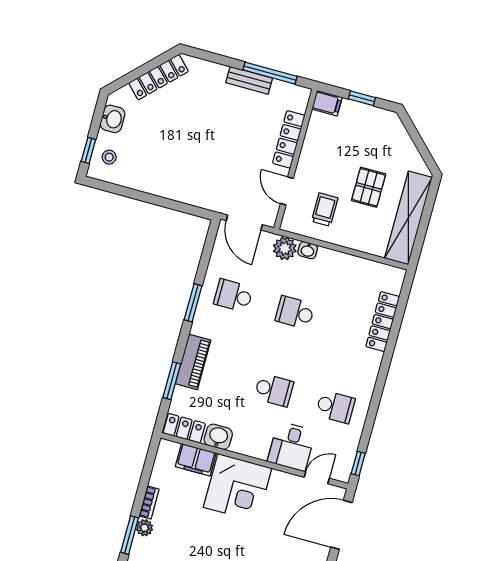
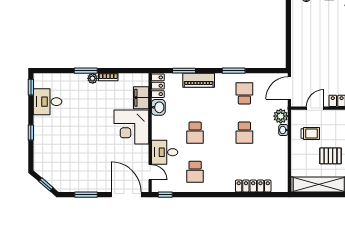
school desk: (295, 312) -> (244, 133), turned 180

